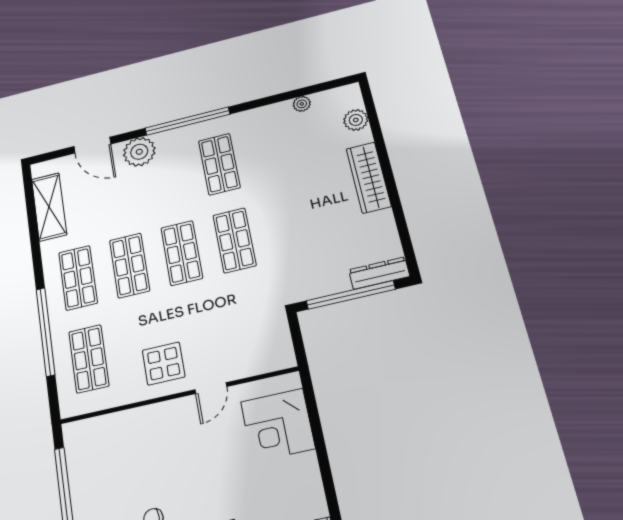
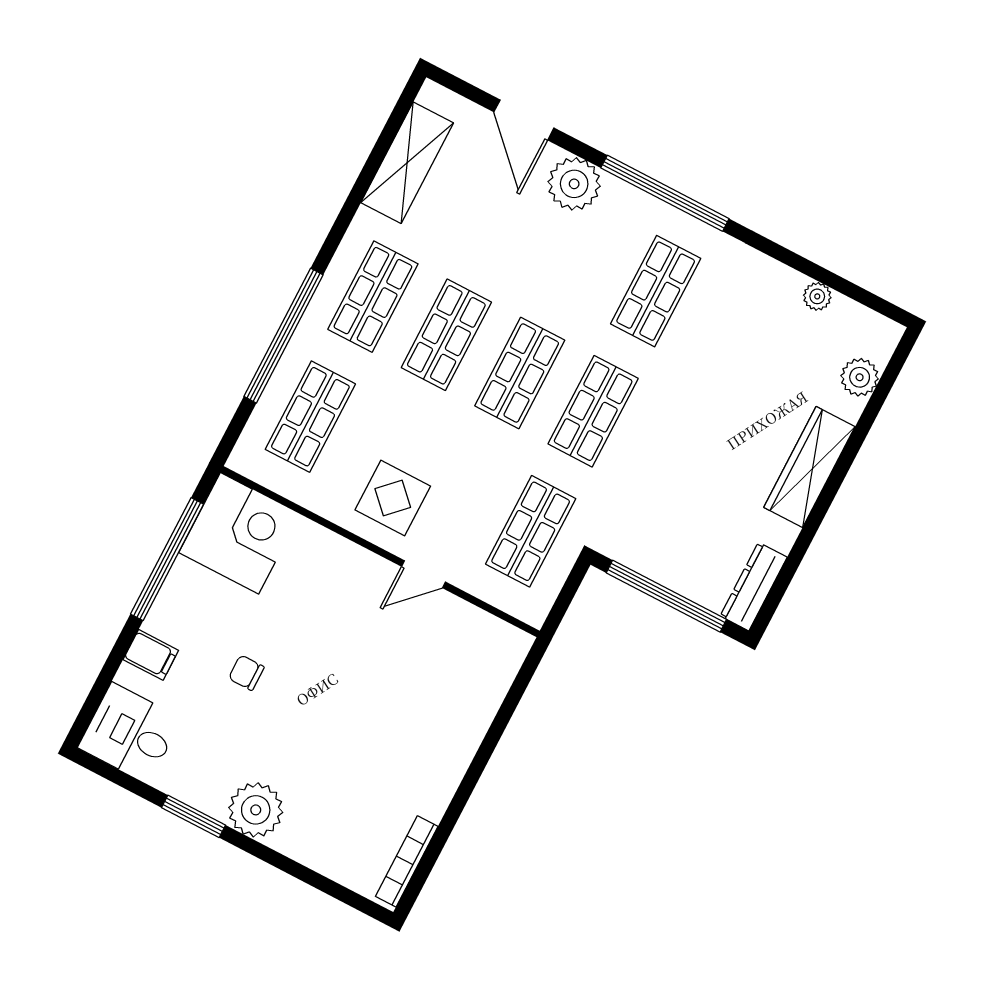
dresser: (379, 273) -> (754, 587), moved, turned -90
shop shelf: (251, 321) -> (531, 531), added
corner desk: (278, 425) -> (239, 533), moved, turned 180

